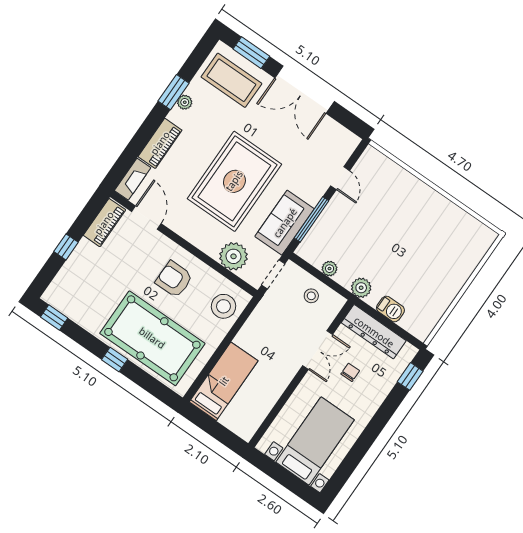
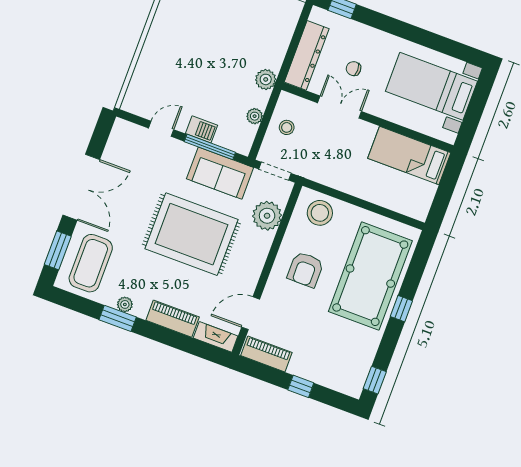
barbecue: (390, 309) -> (201, 129), moved, turned 90
bed: (224, 381) -> (409, 155), moved

